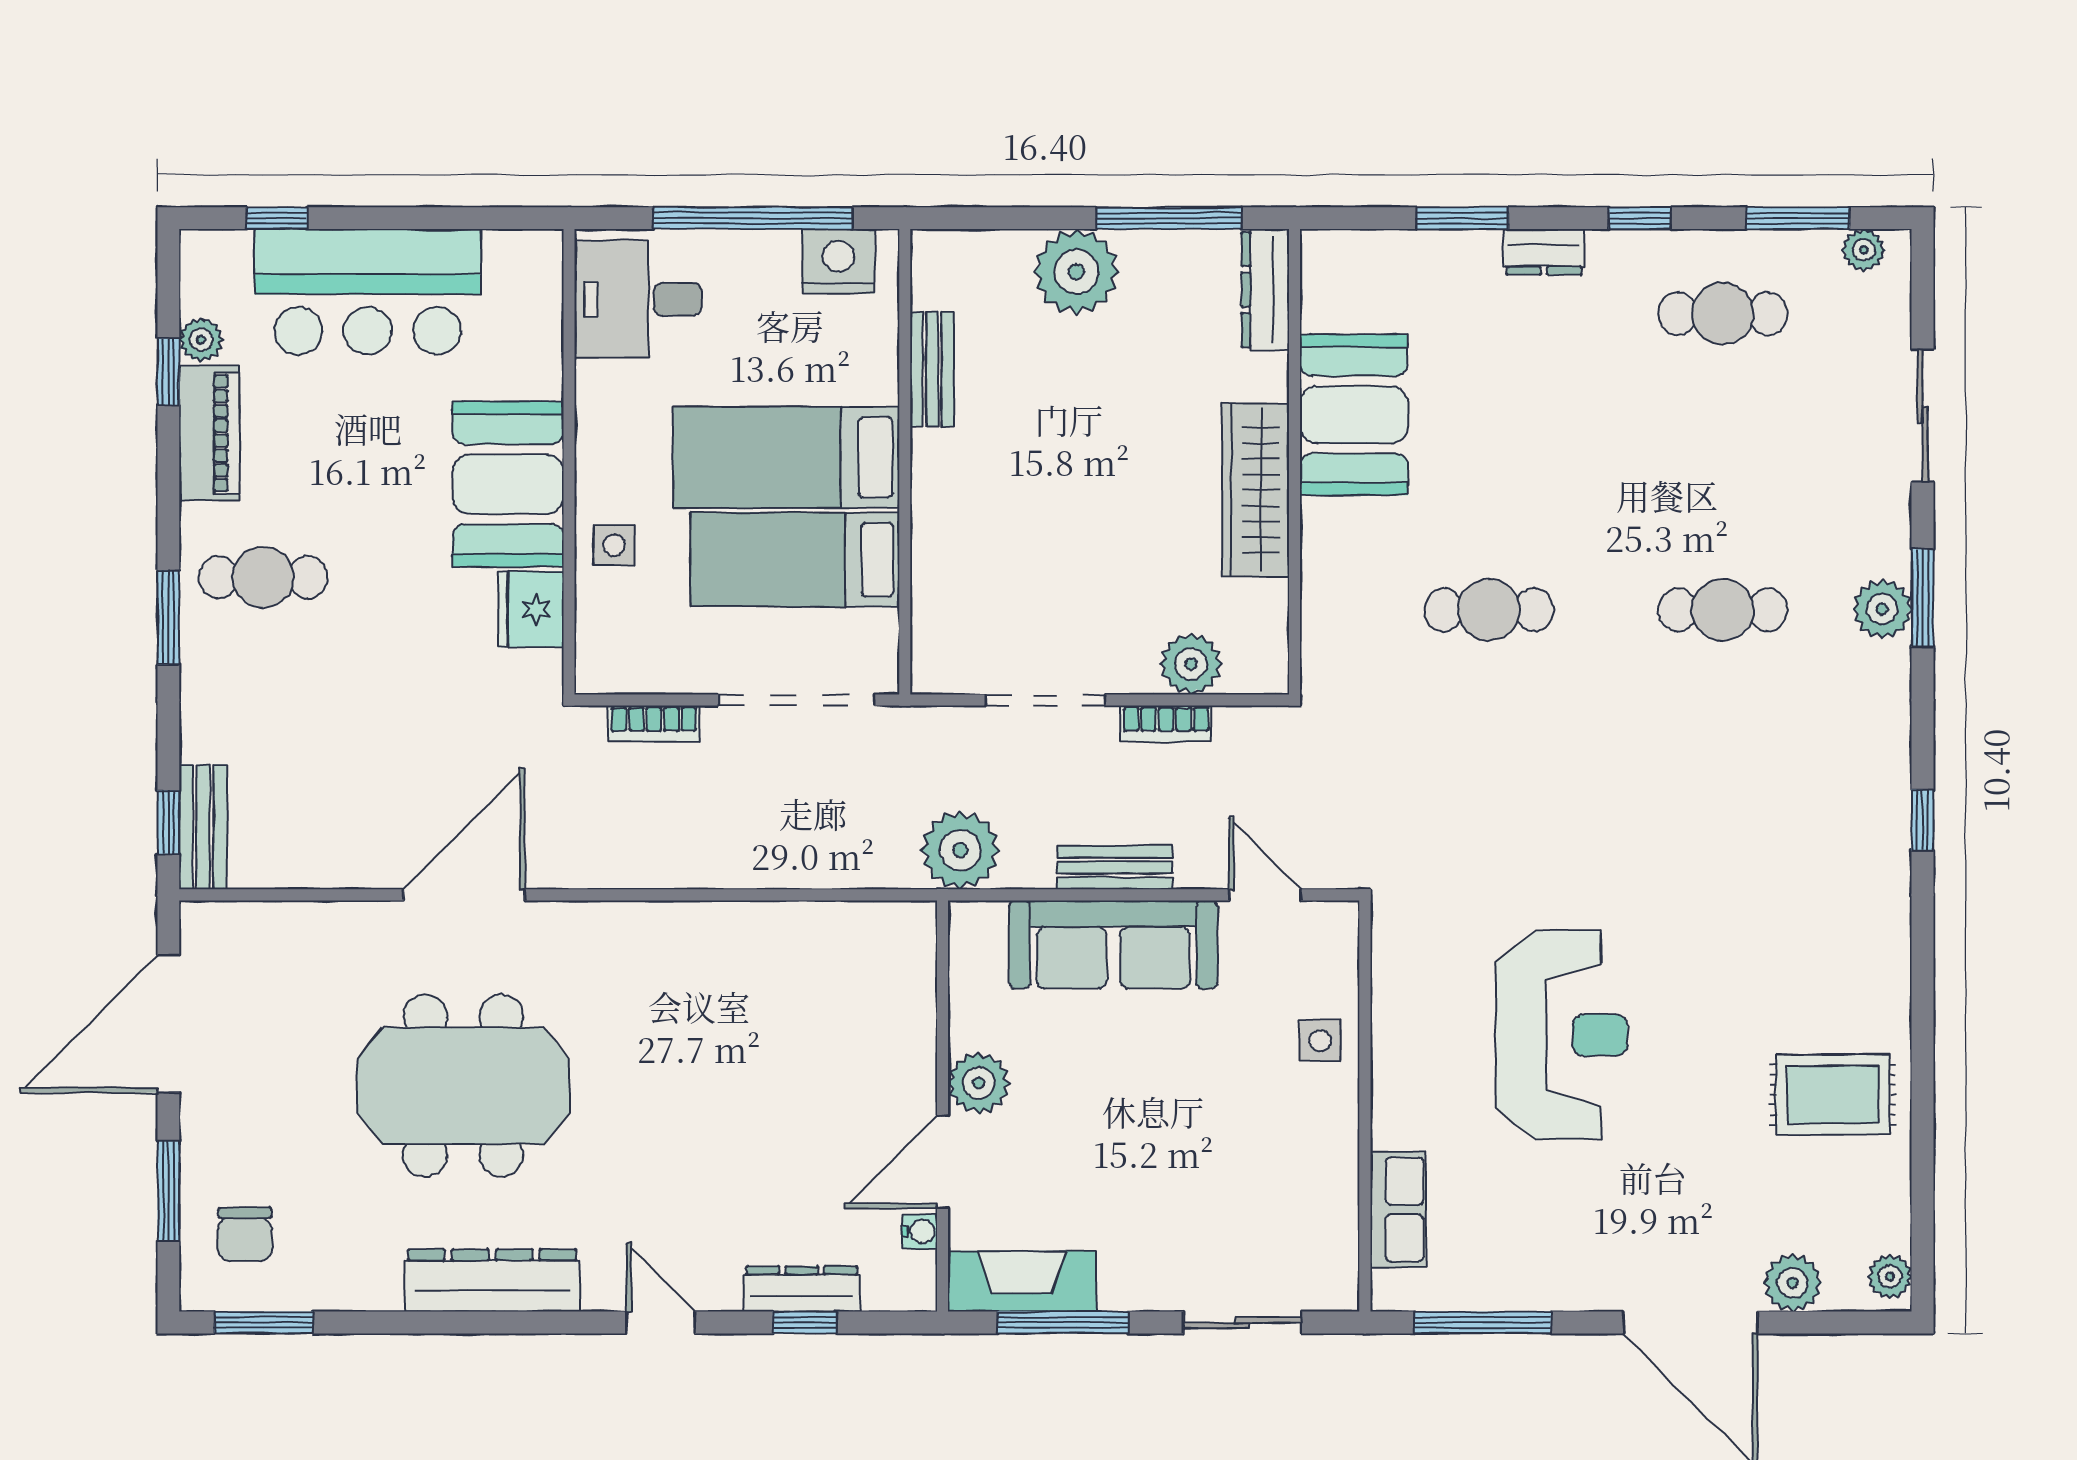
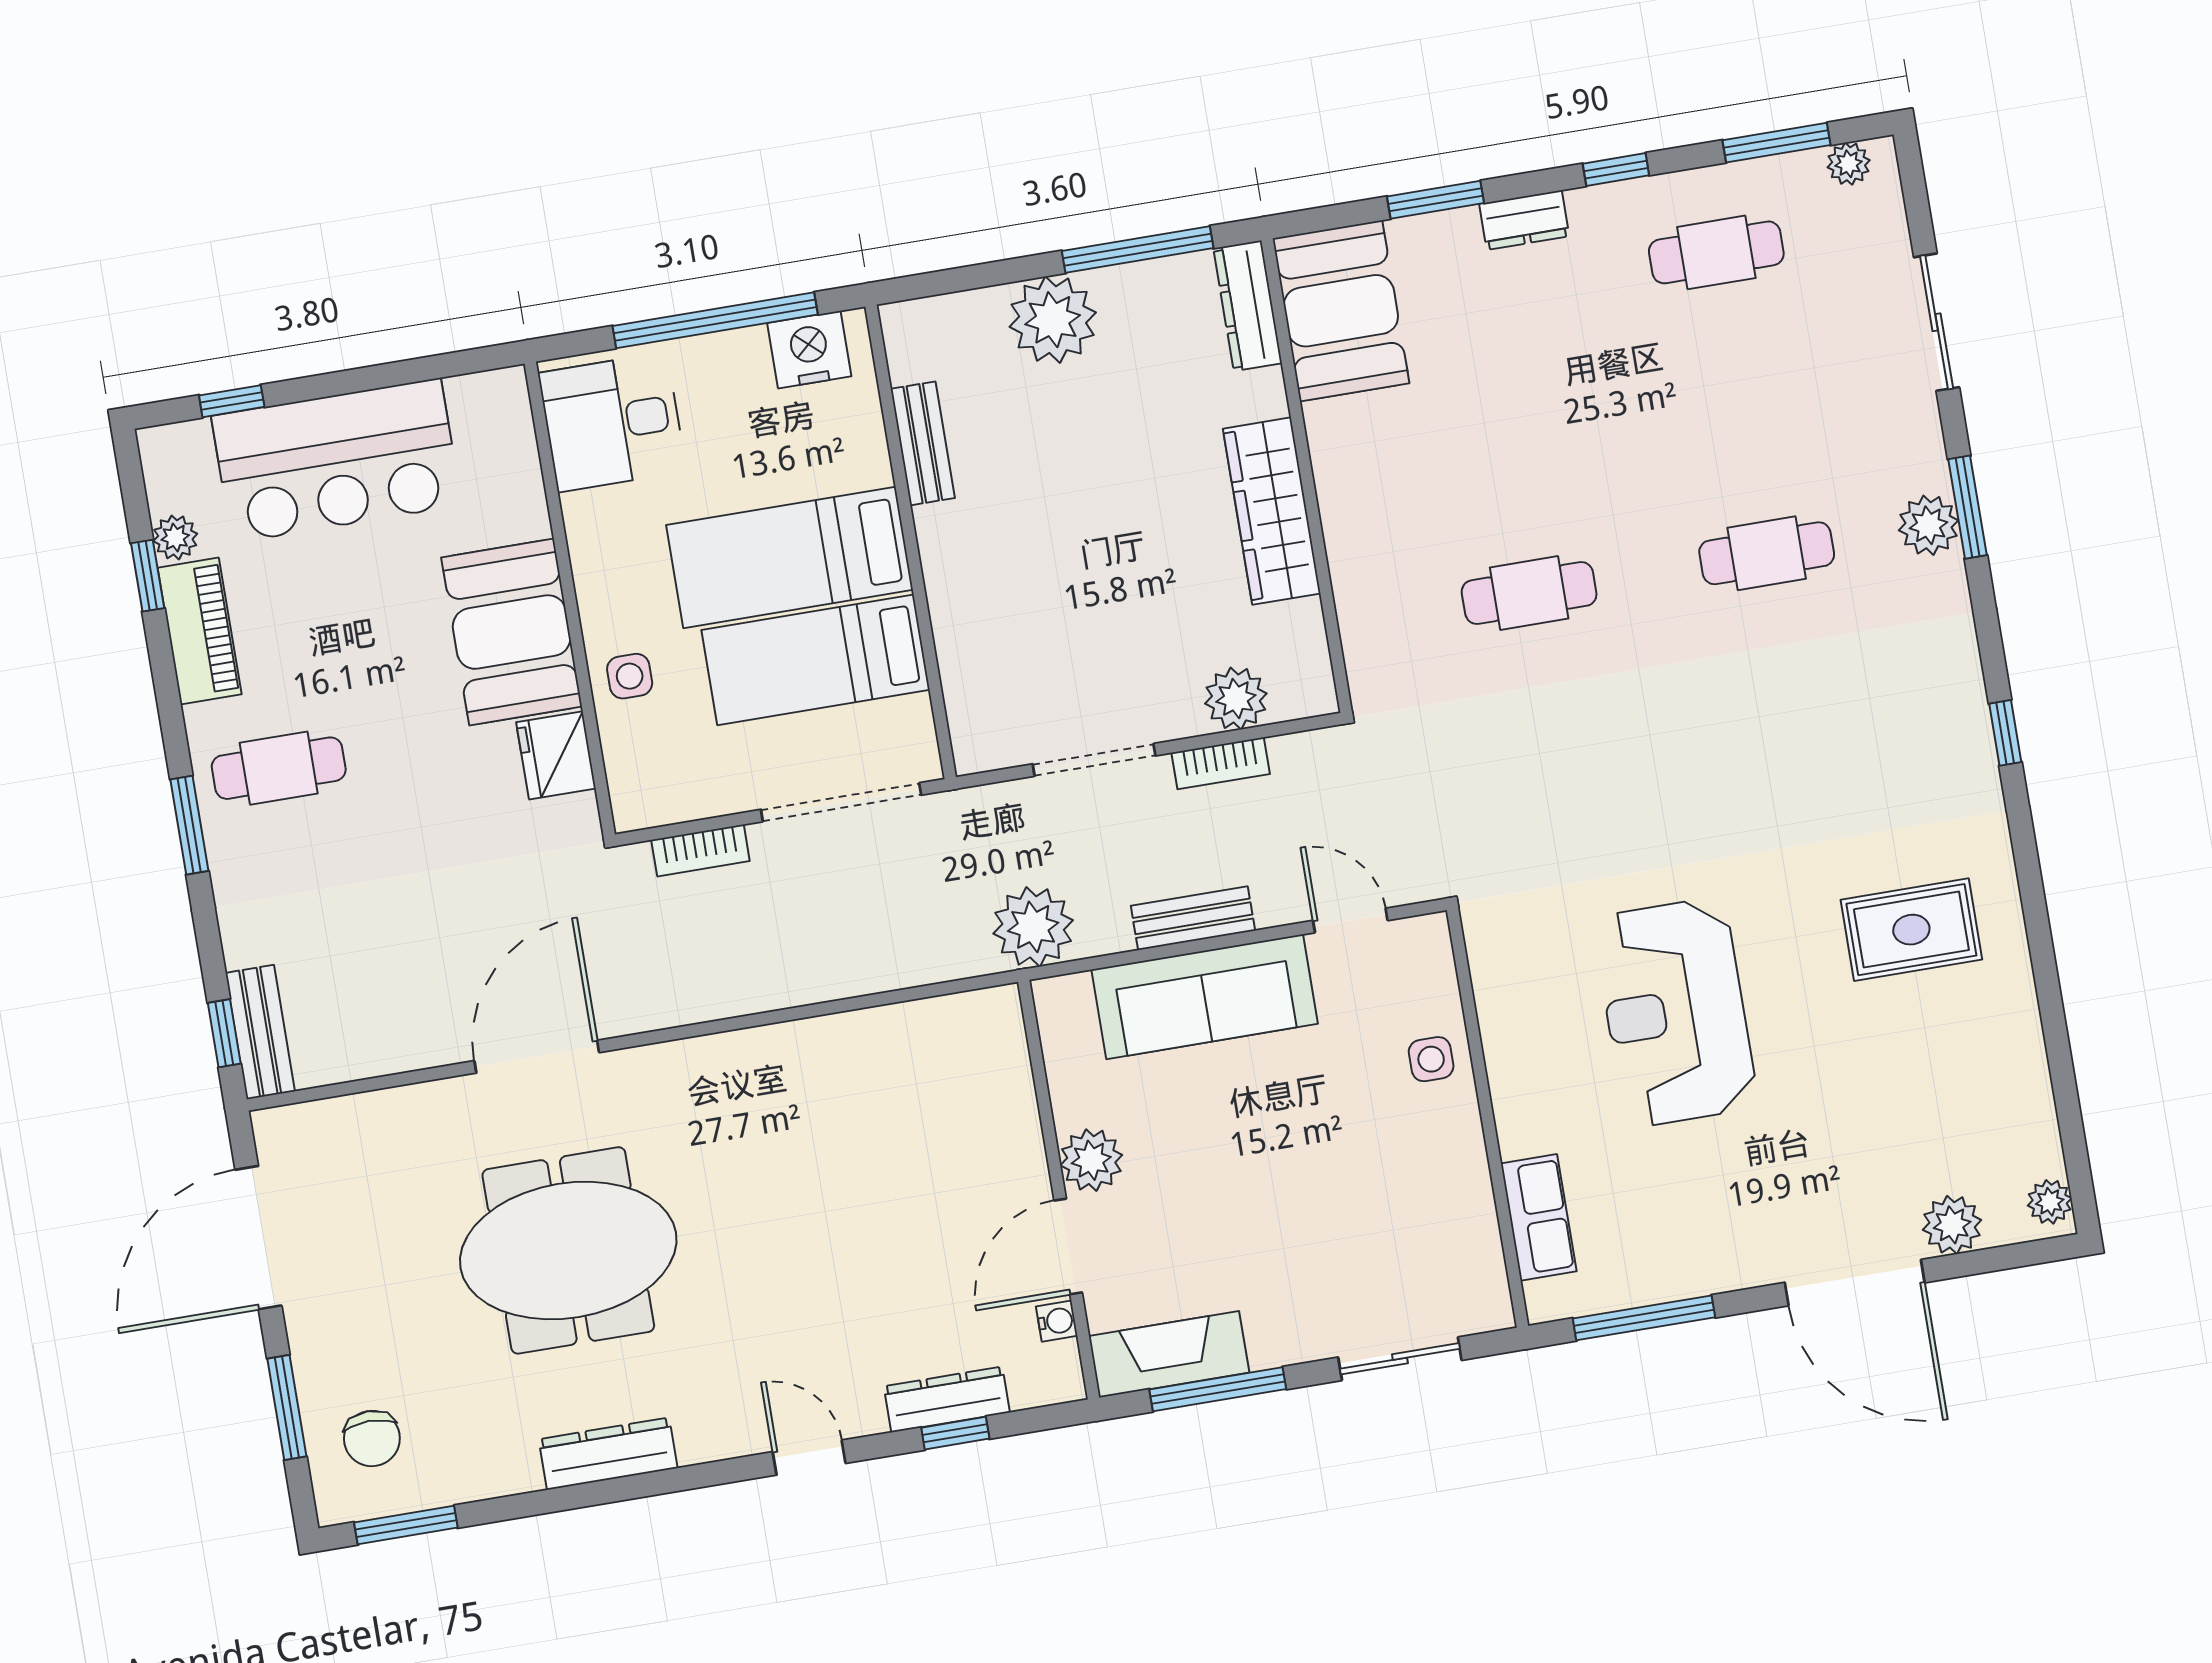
booth: (1354, 415) -> (1341, 311), moved
reception desk: (1562, 1035) -> (1675, 1012), turned 180
rug: (1833, 1094) -> (1911, 930), moved
dresser: (492, 1280) -> (608, 1454), width x0.73, depth x0.80

